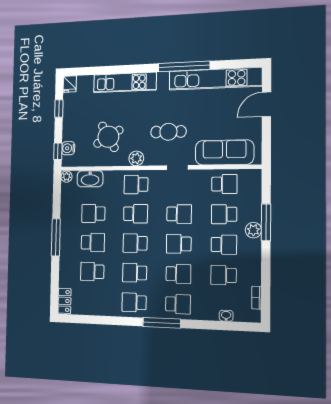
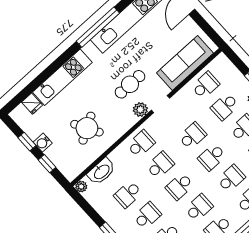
fridge: (70, 84) -> (32, 104), moved
water cooler: (68, 148) -> (43, 143), moved
window: (58, 151) -> (47, 164), moved
plant: (136, 158) -> (140, 110), moved
school desk: (136, 184) -> (141, 144), turned 180
school desk: (135, 273) -> (199, 208), turned 180

